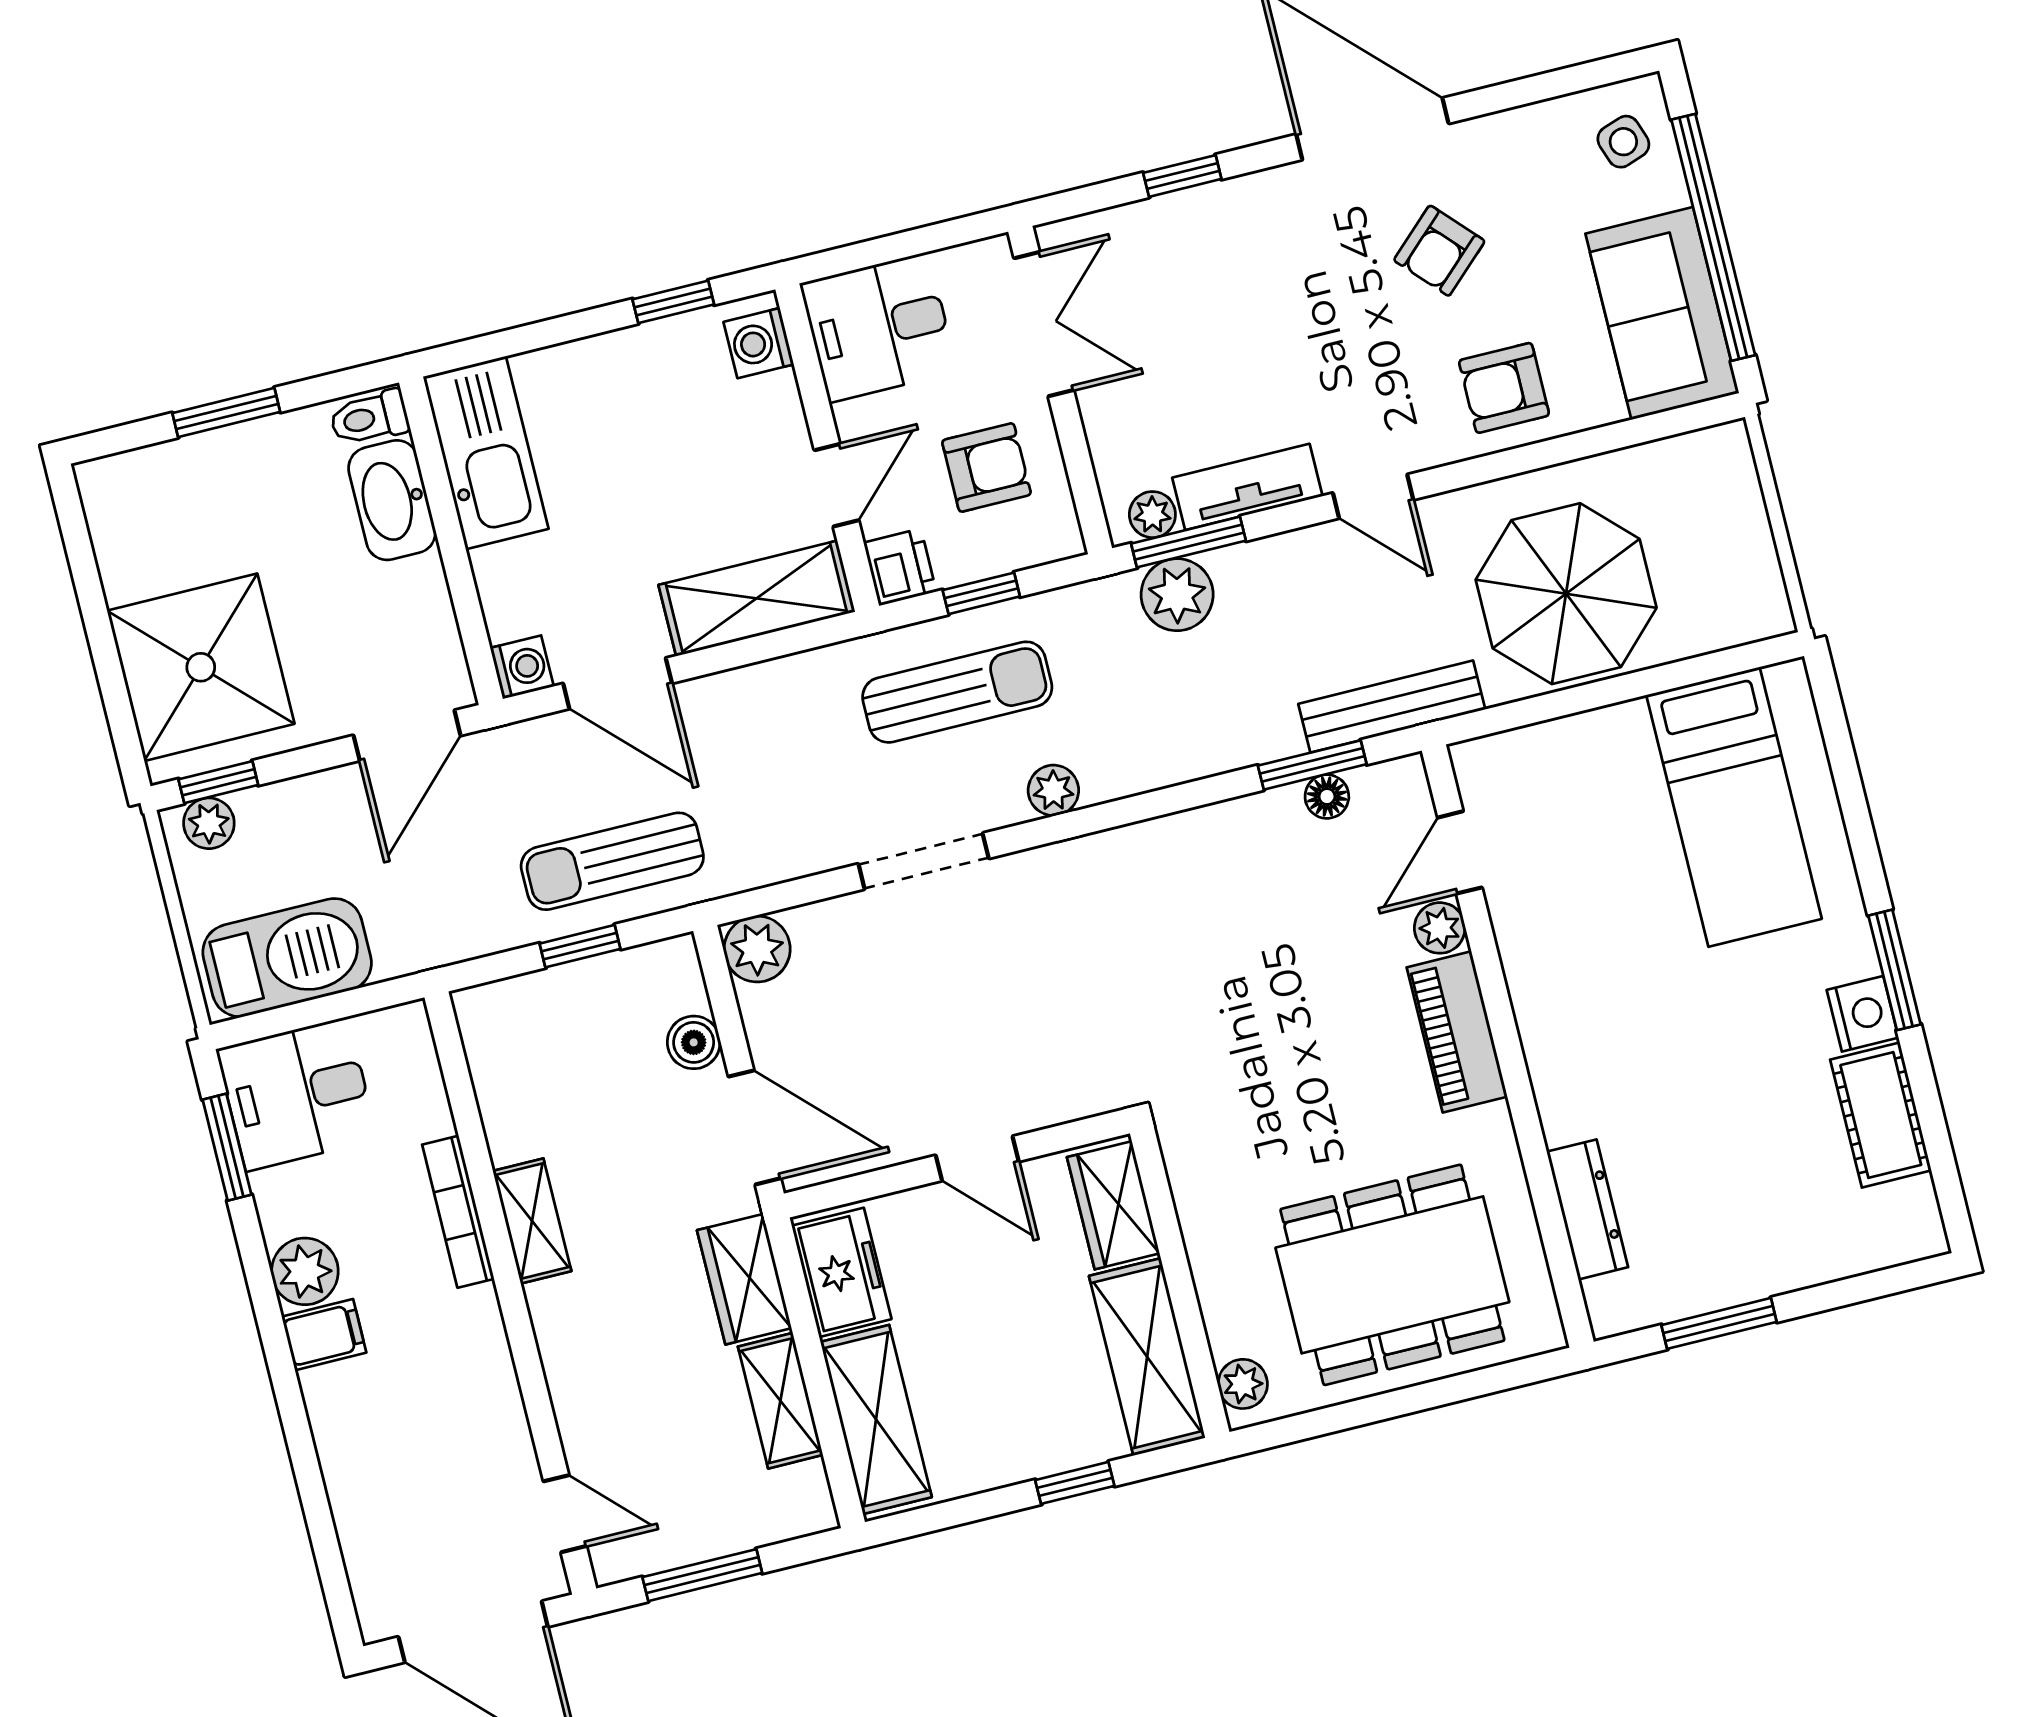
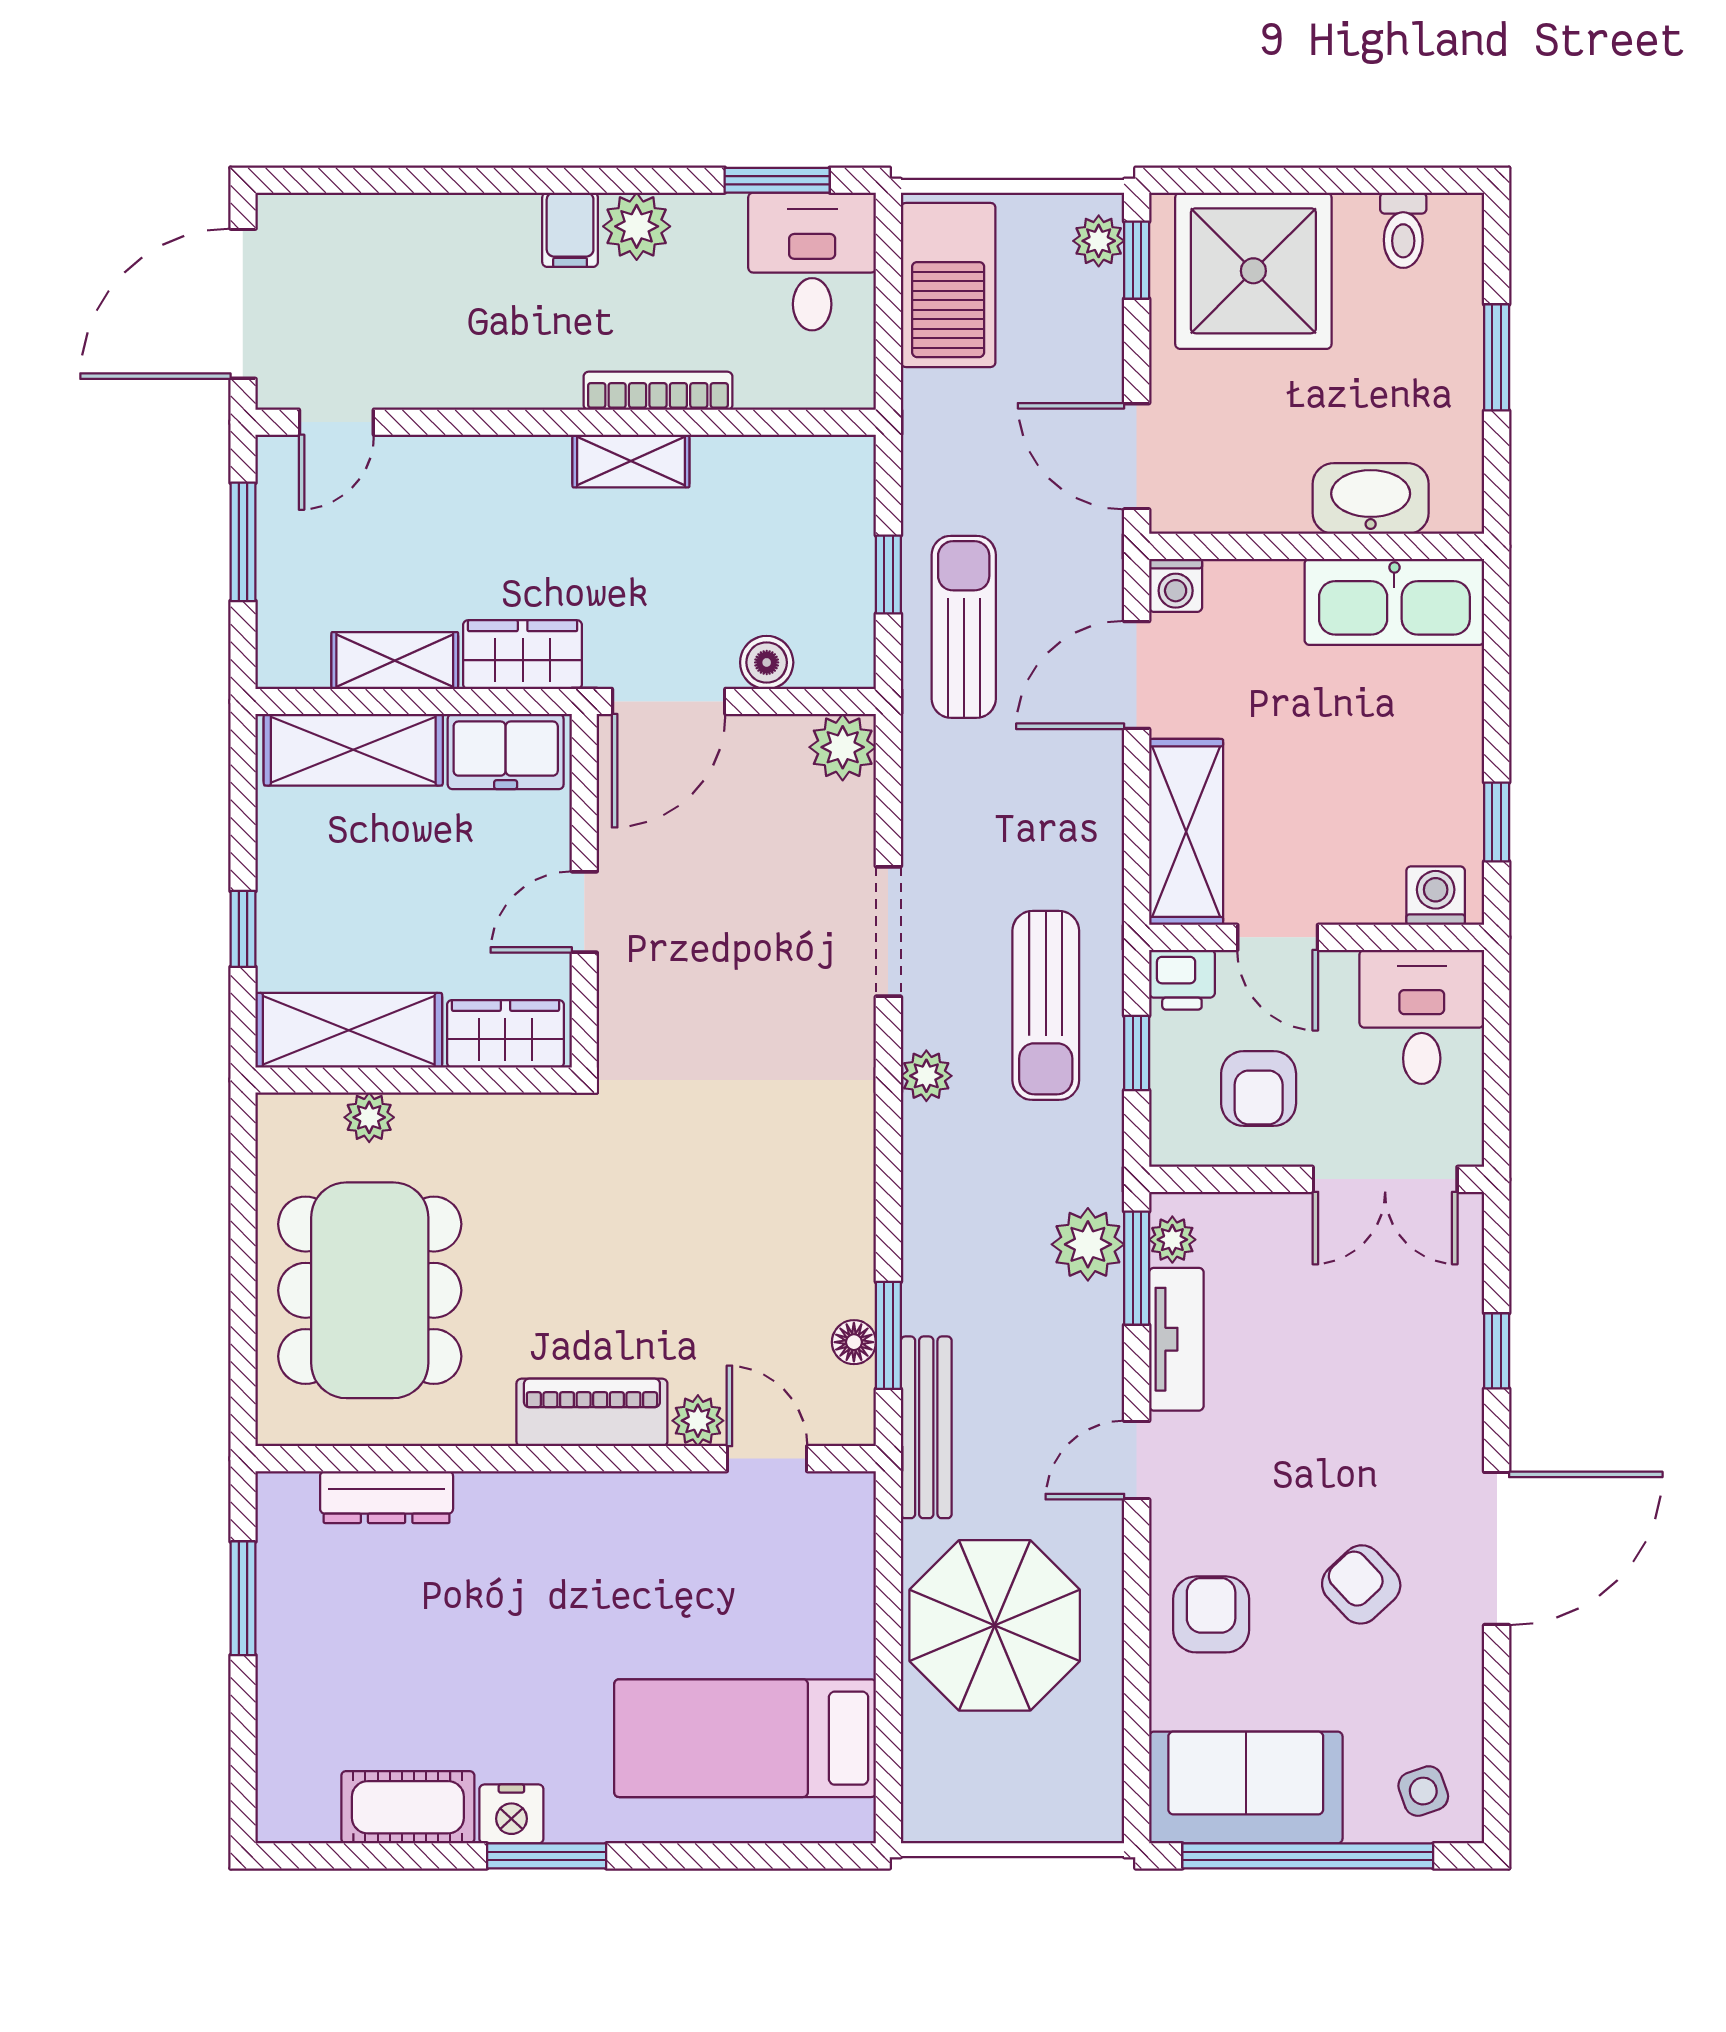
toilet: (369, 418) -> (1403, 230), moved, turned 180
plant: (1243, 1384) -> (369, 1117), moved

